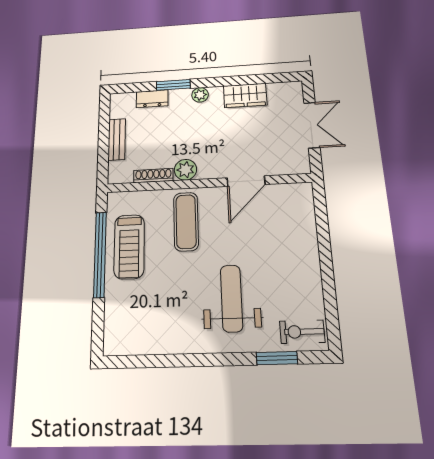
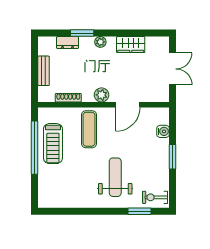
plant: (185, 170) -> (102, 95), moved
water cooler: (306, 219) -> (163, 131), added
window: (326, 260) -> (173, 157), added

